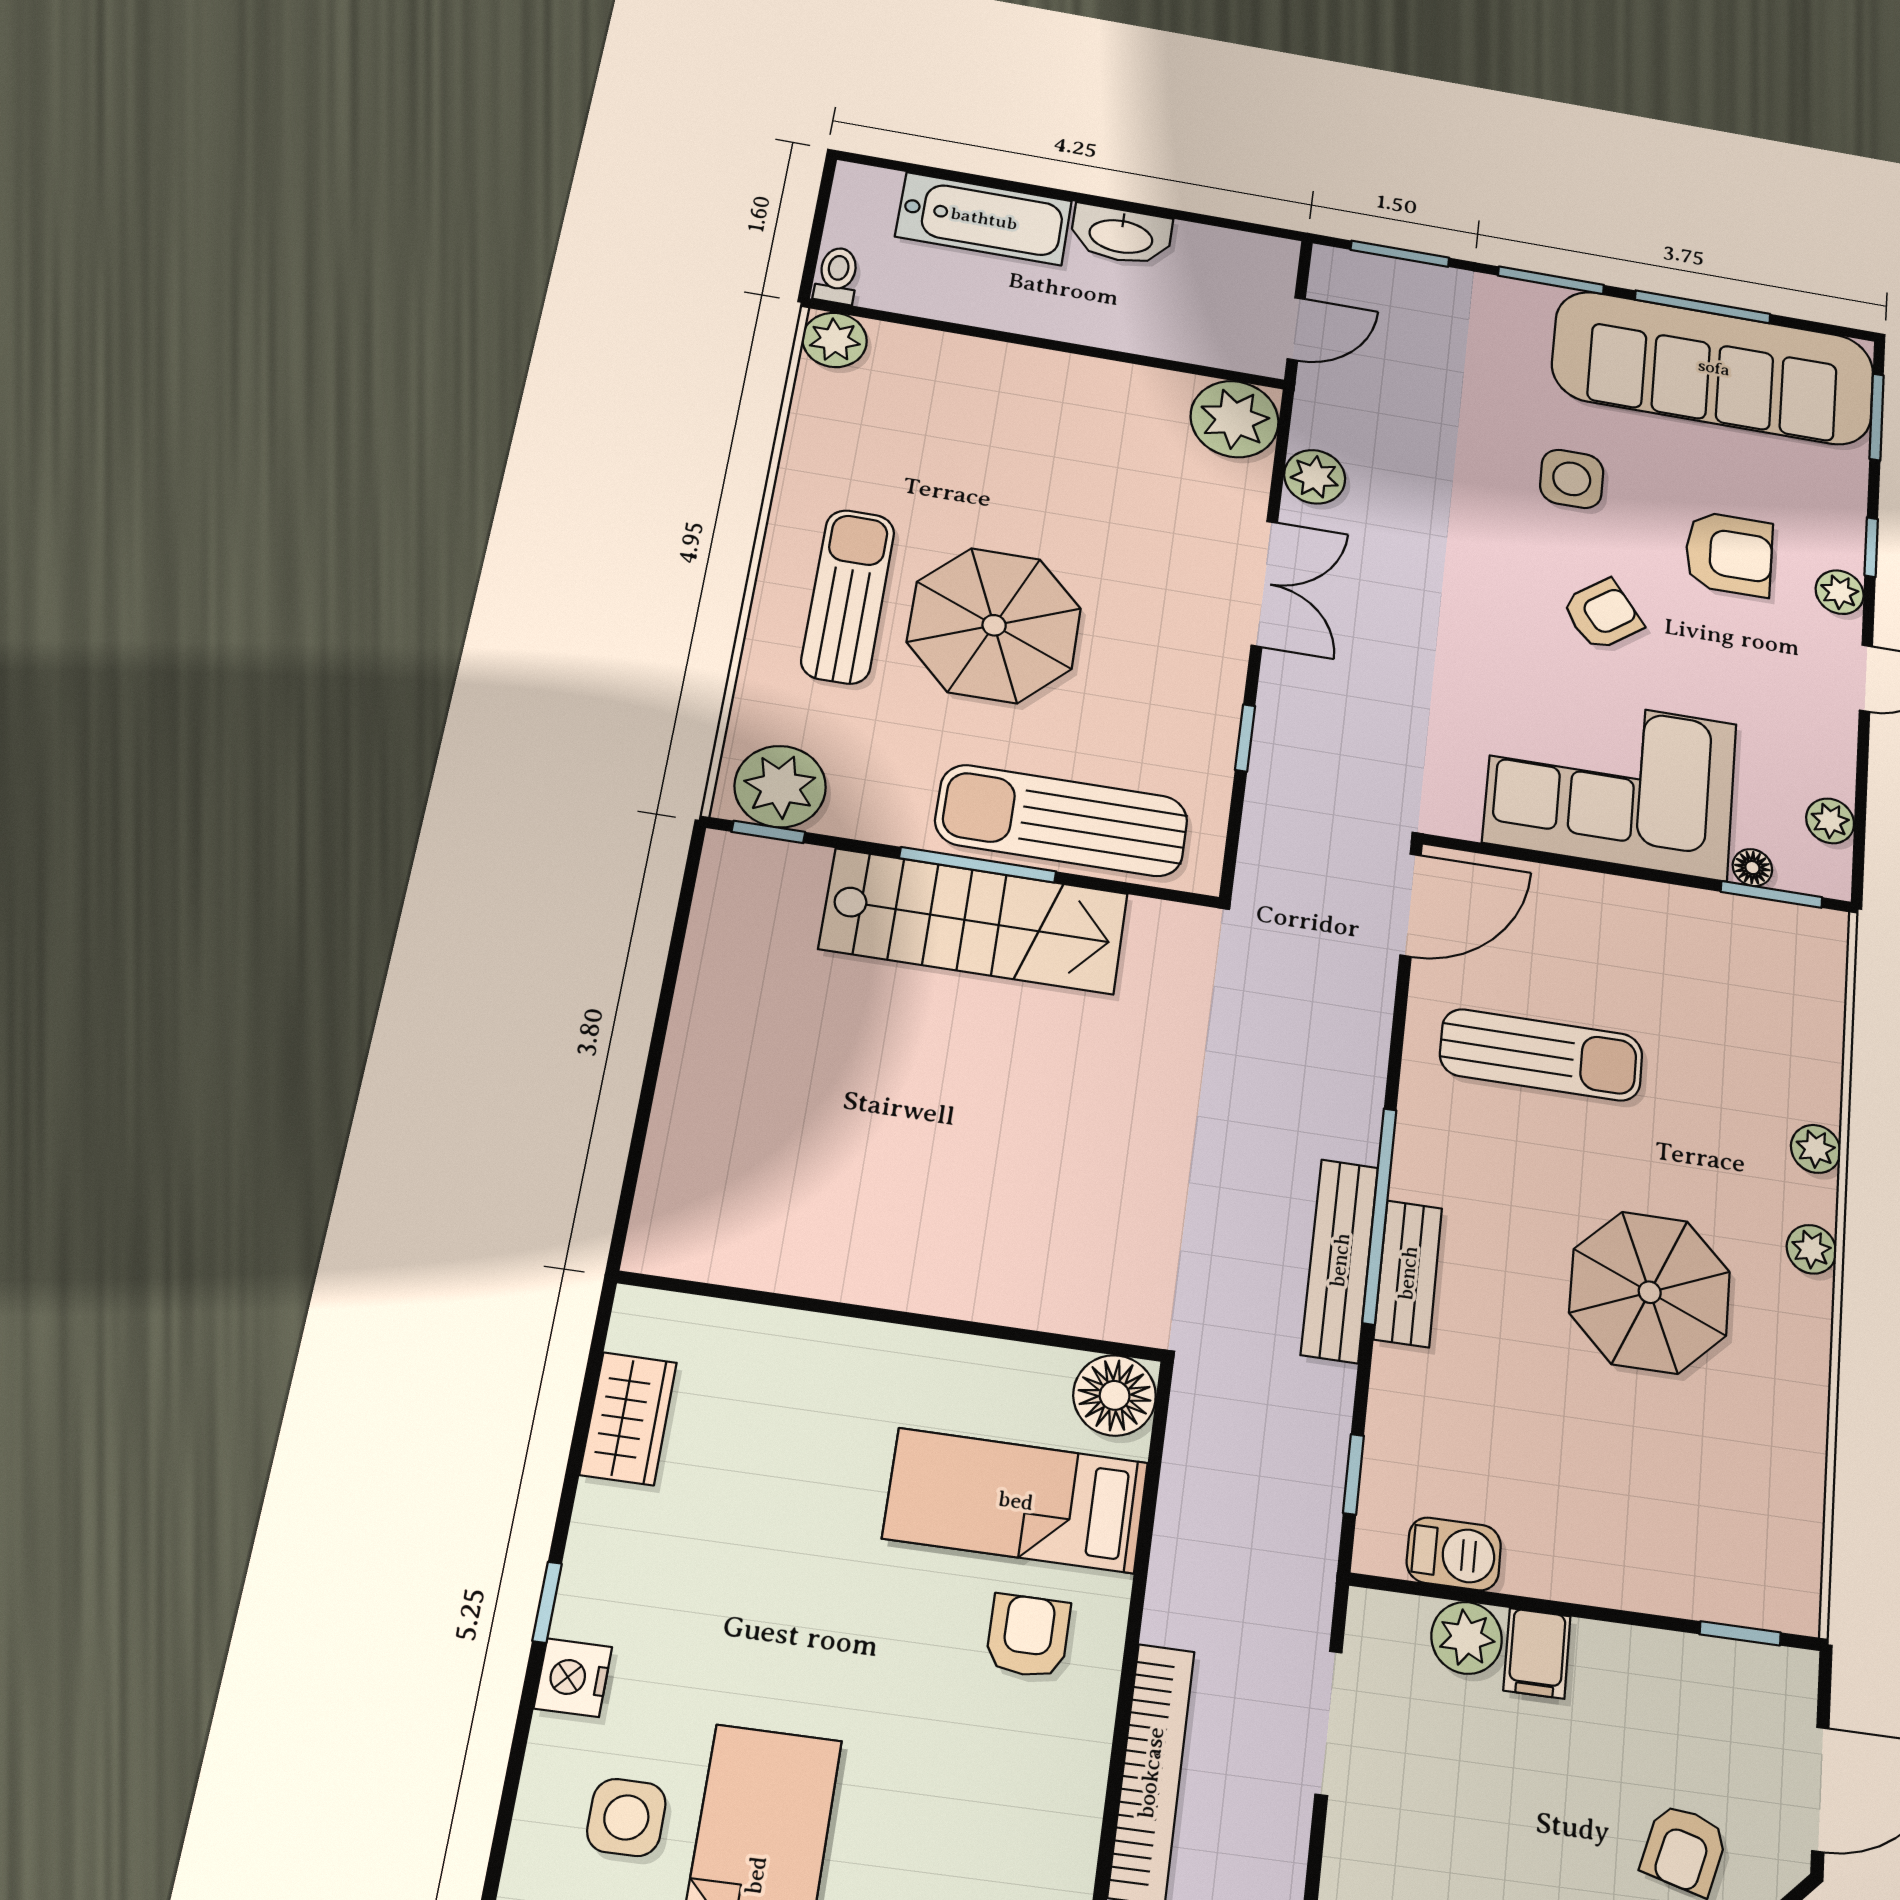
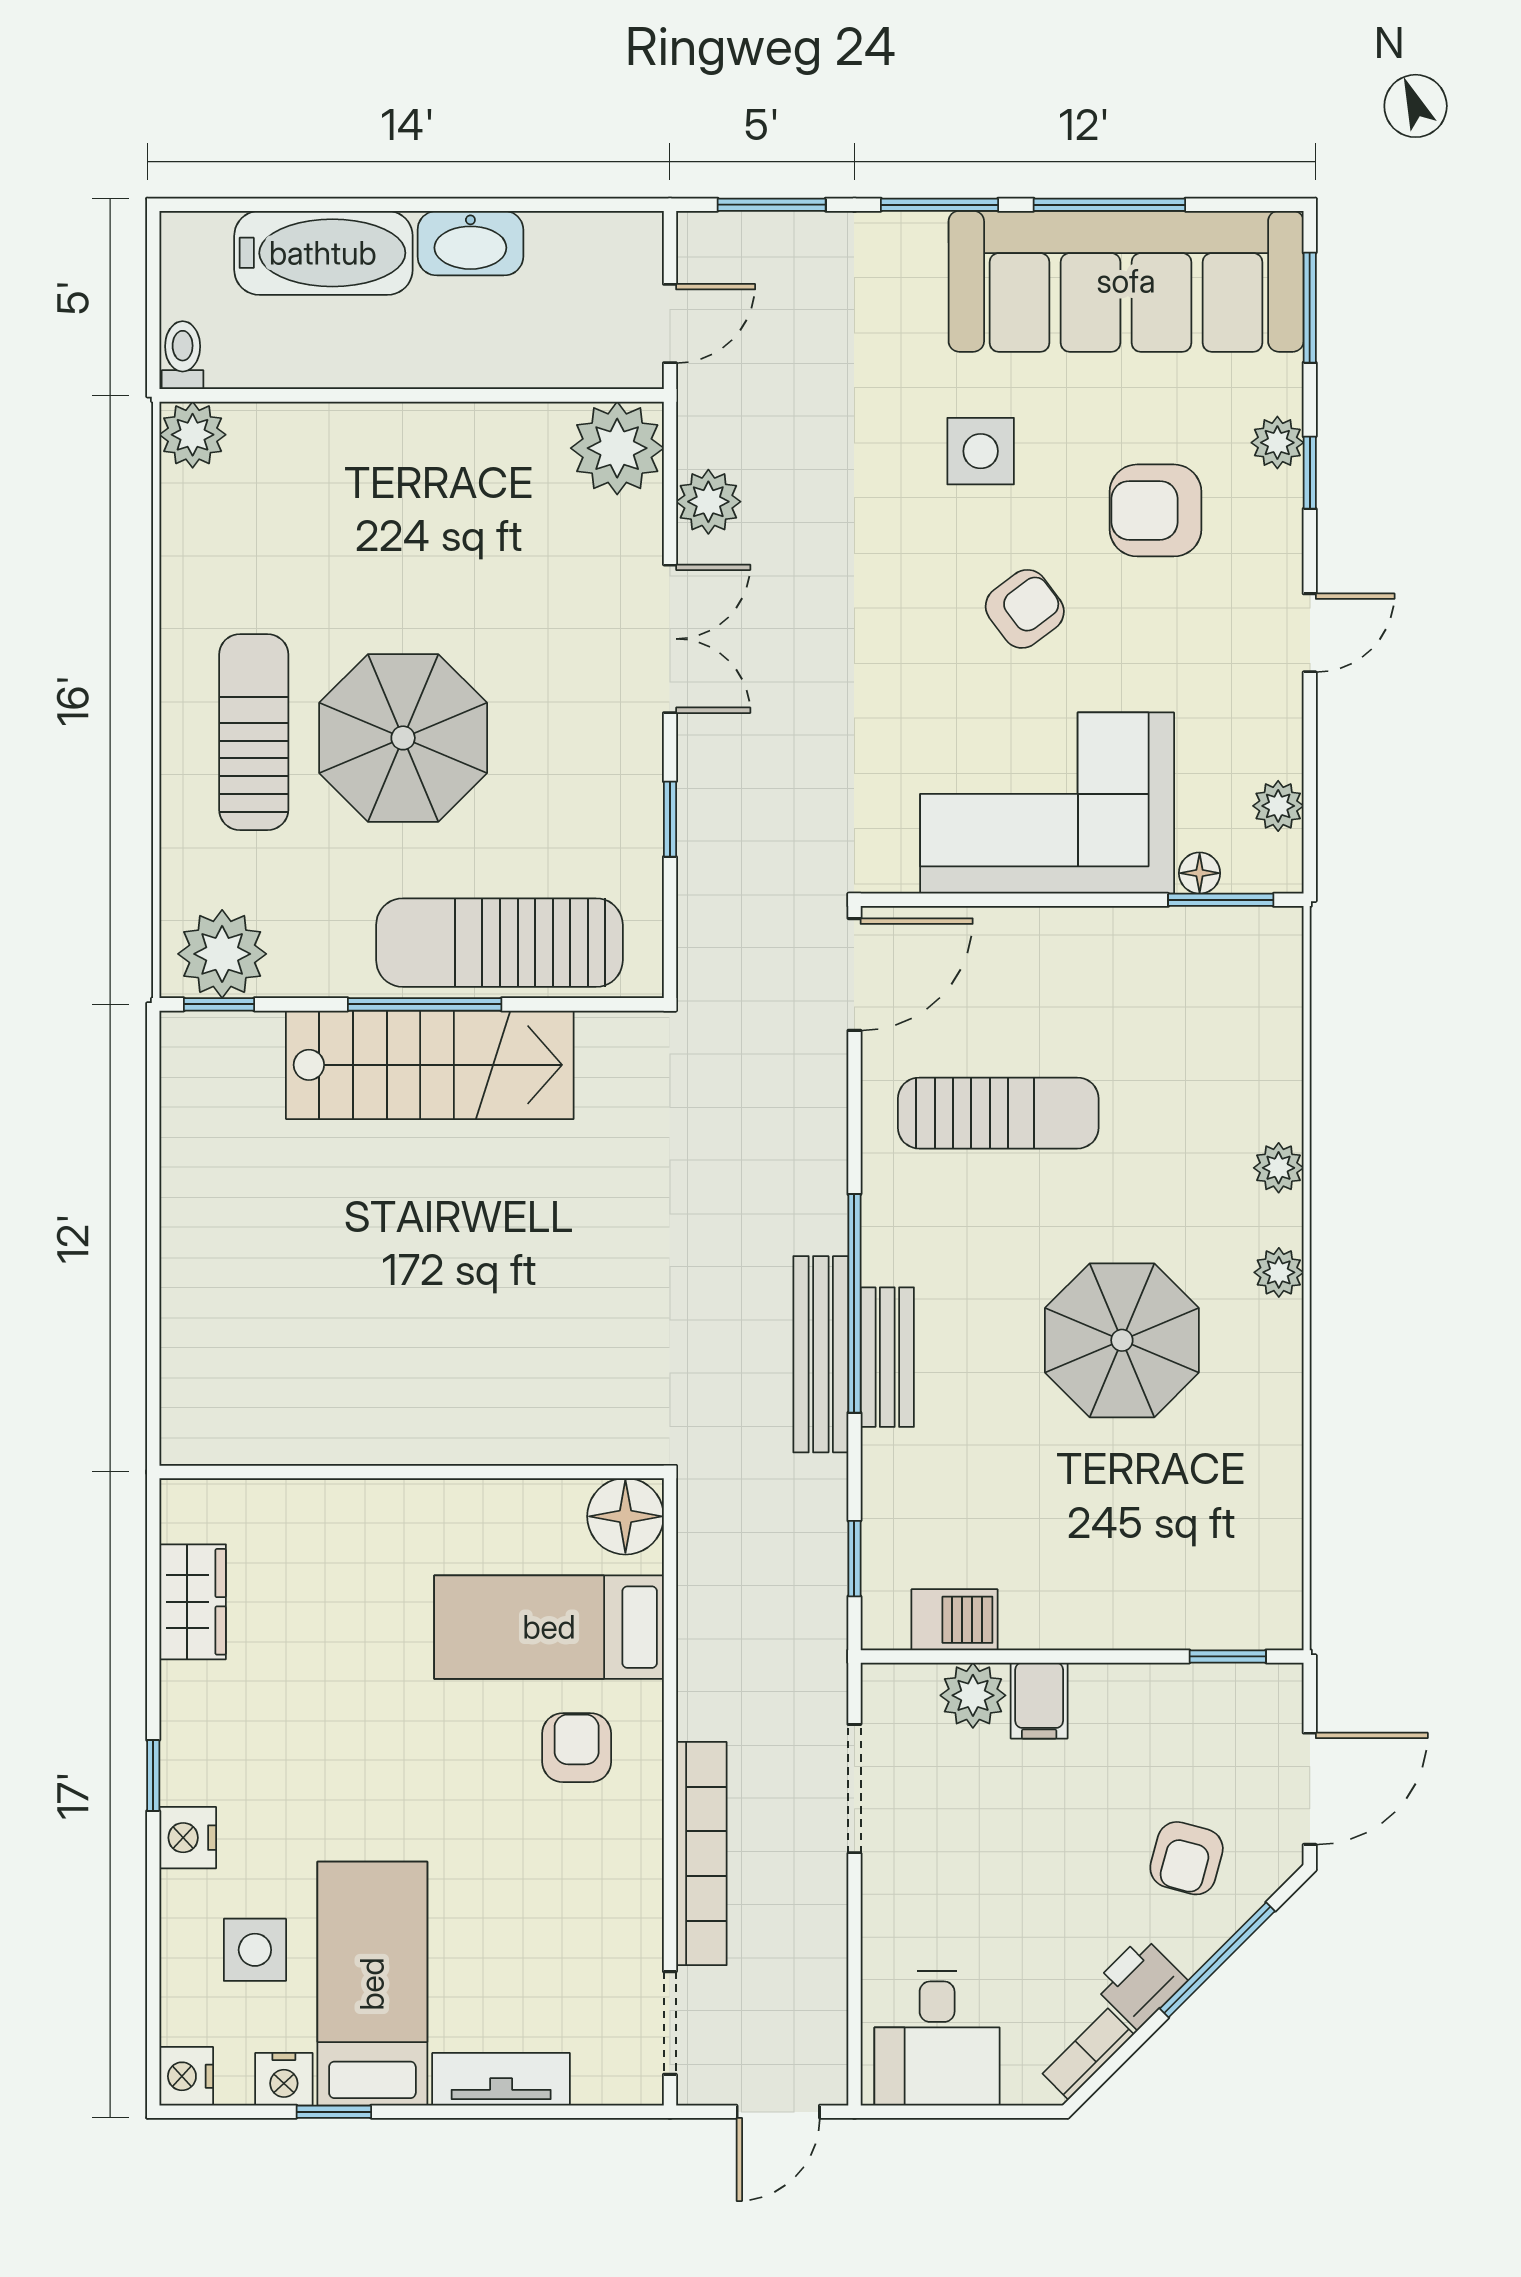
armchair: (1729, 554) -> (1156, 510), turned 180
plant: (1840, 592) -> (1277, 443), moved

